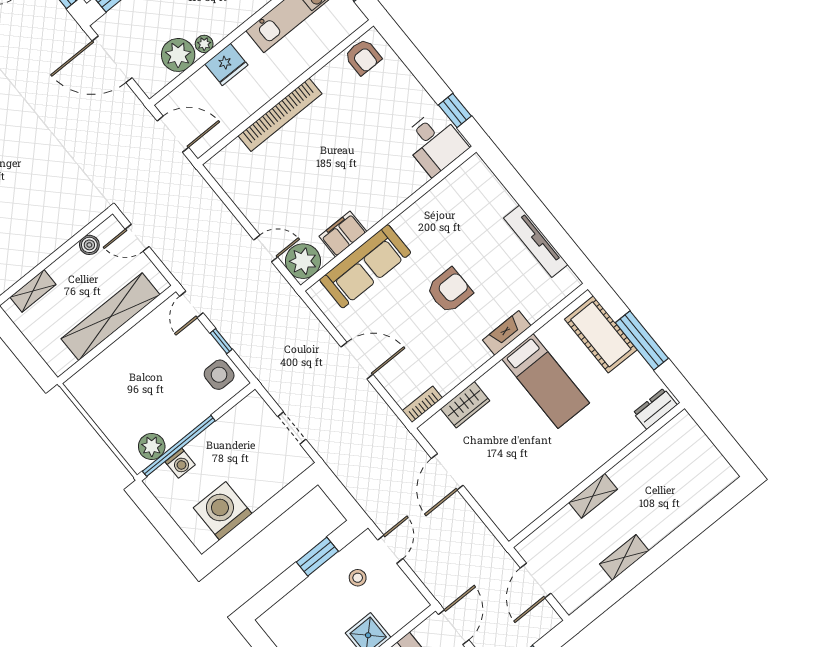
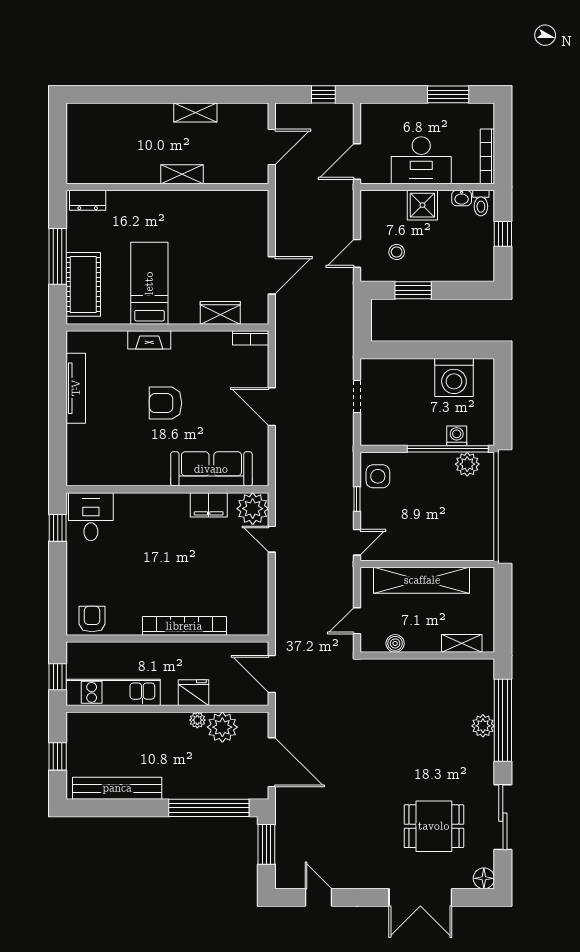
door: (137, 238) -> (357, 621), swing flipped

